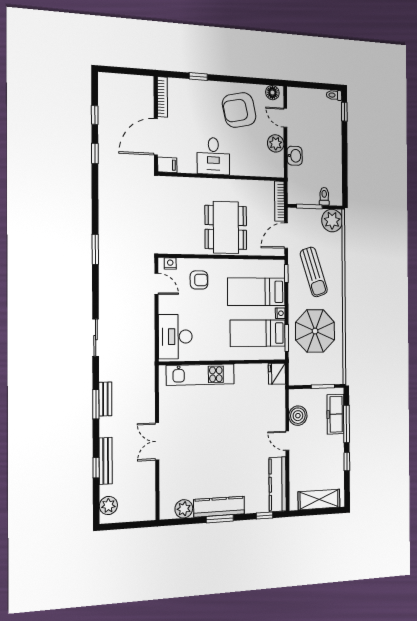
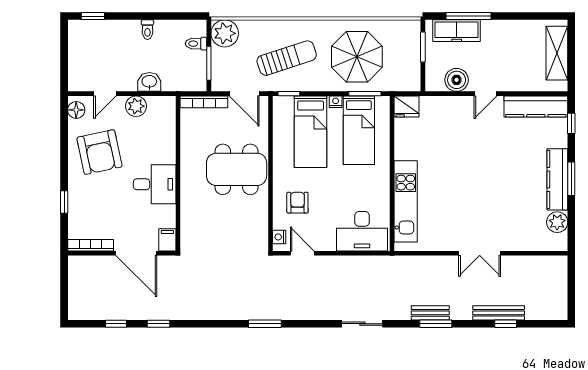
toilet: (334, 95) -> (147, 30), moved
door: (156, 284) -> (302, 253), hinge flipped
window: (347, 462) -> (514, 16), removed
plant: (108, 505) -> (548, 310), removed

